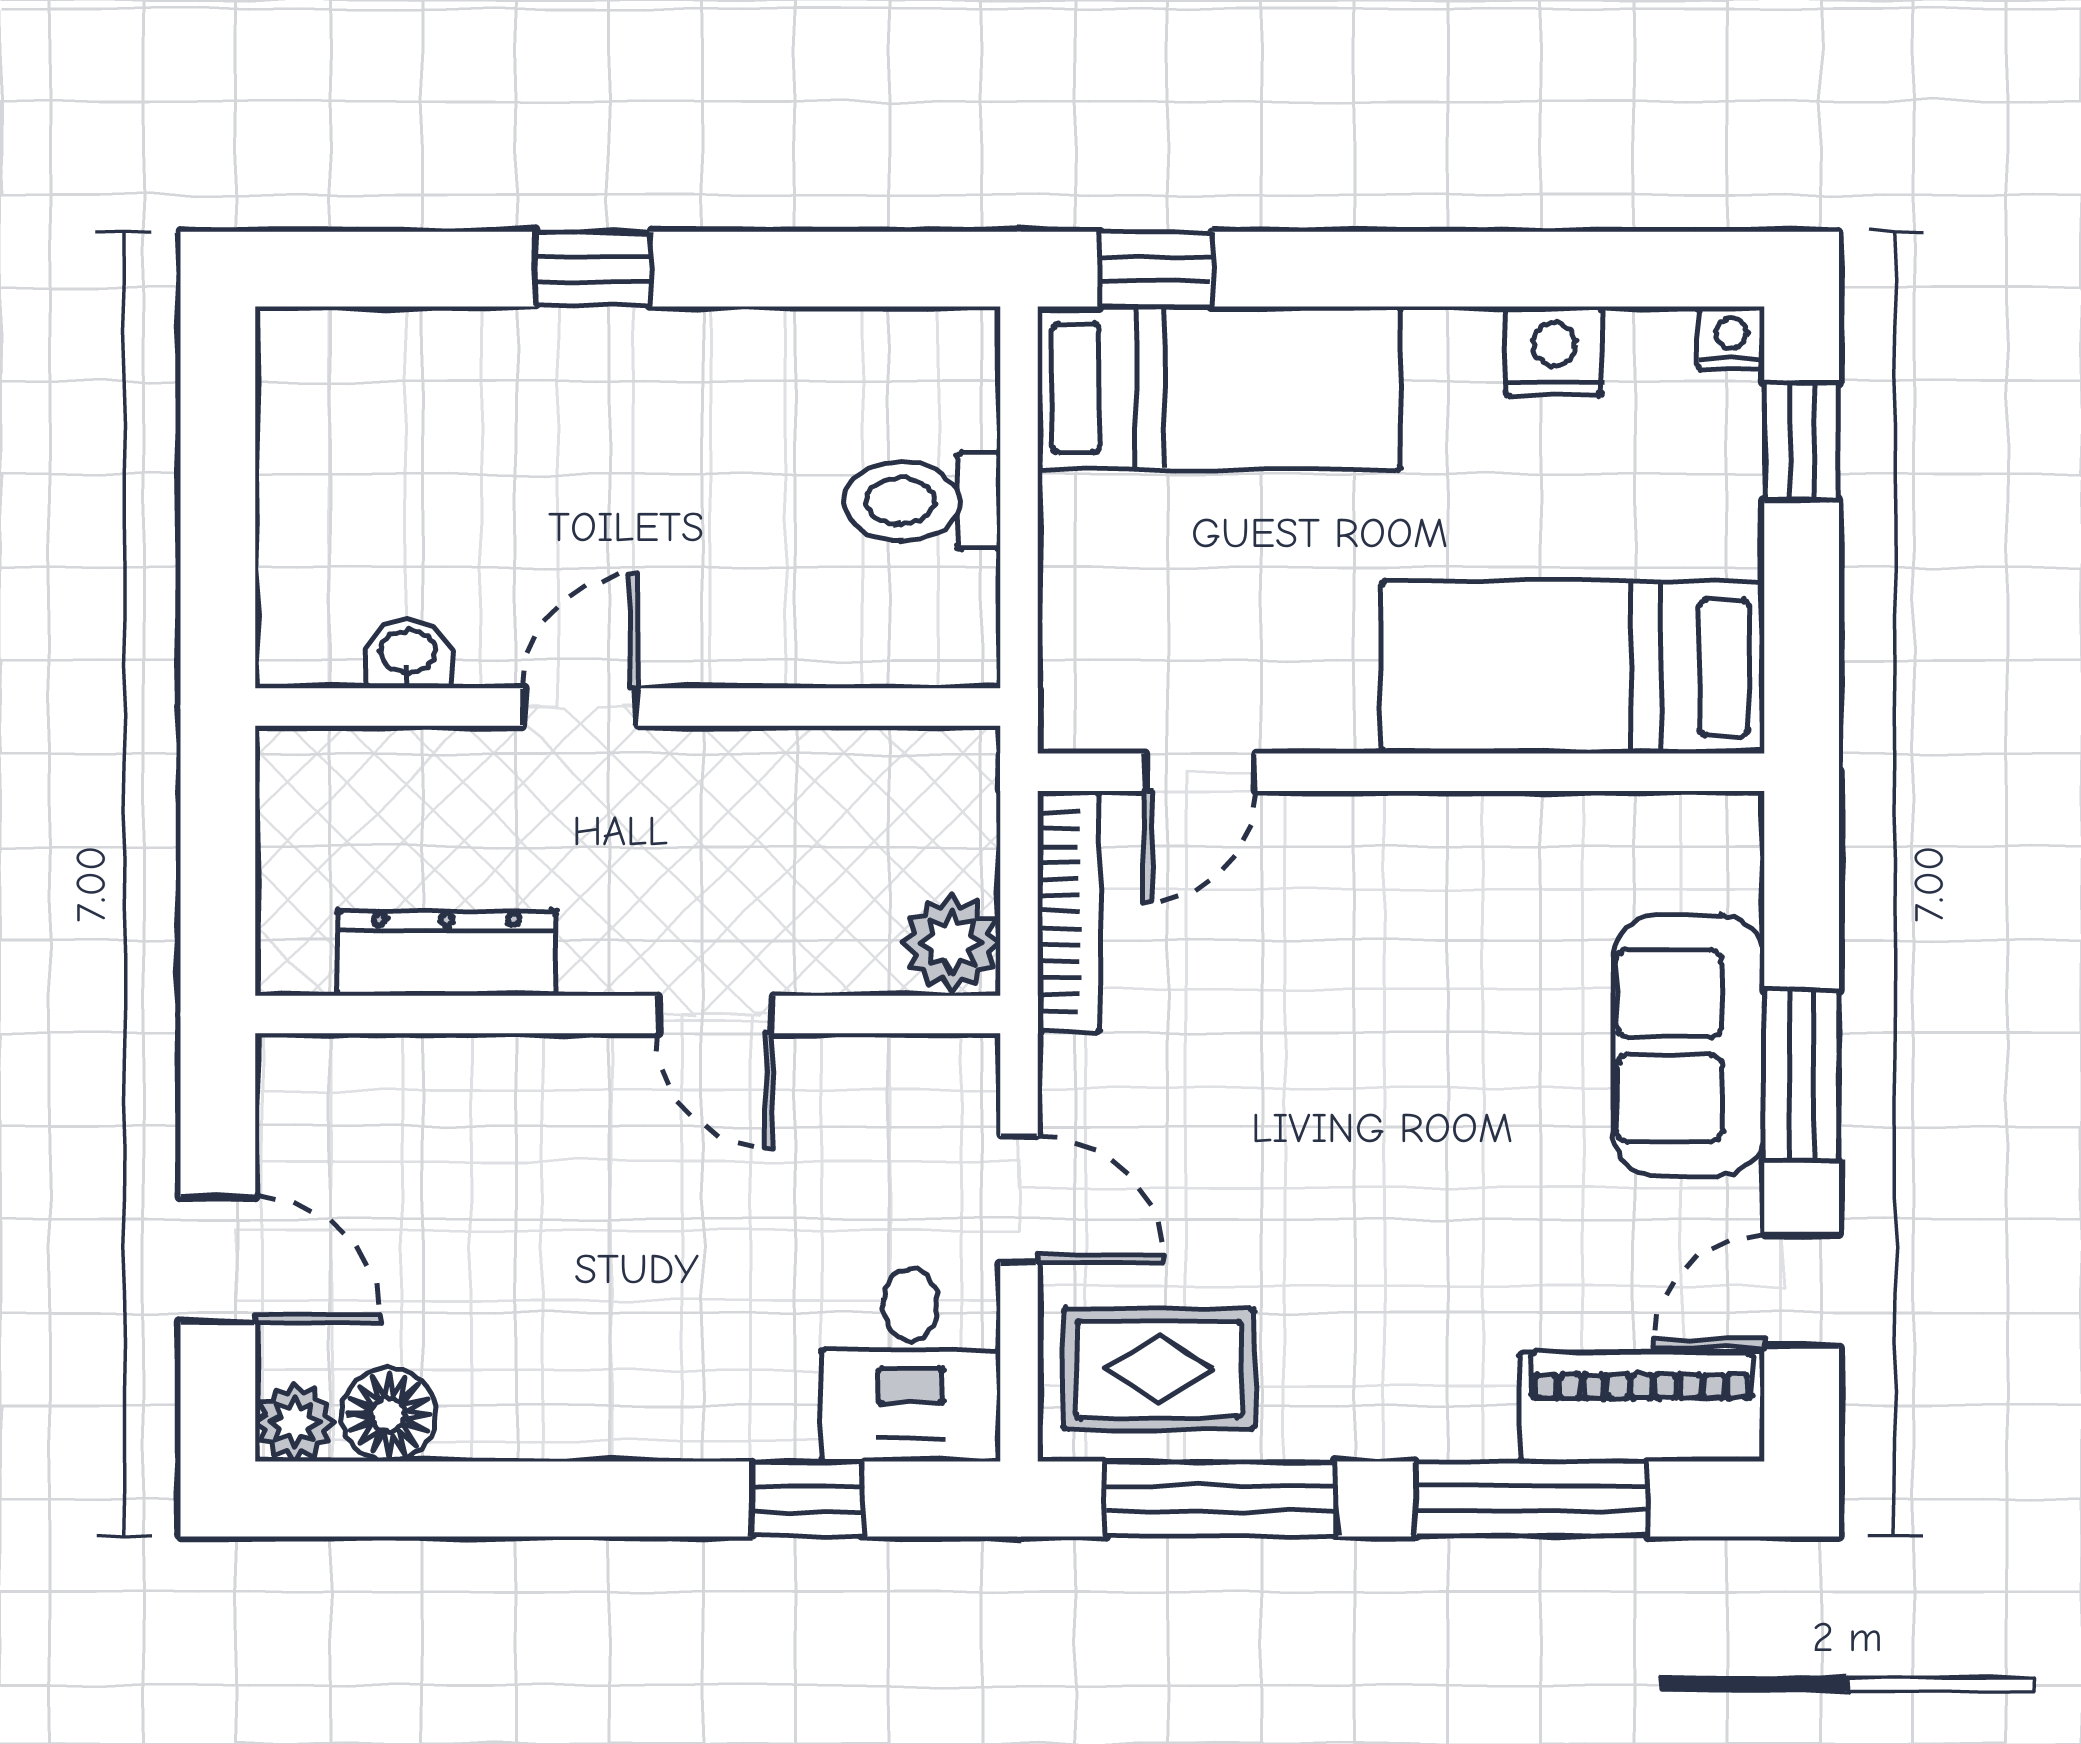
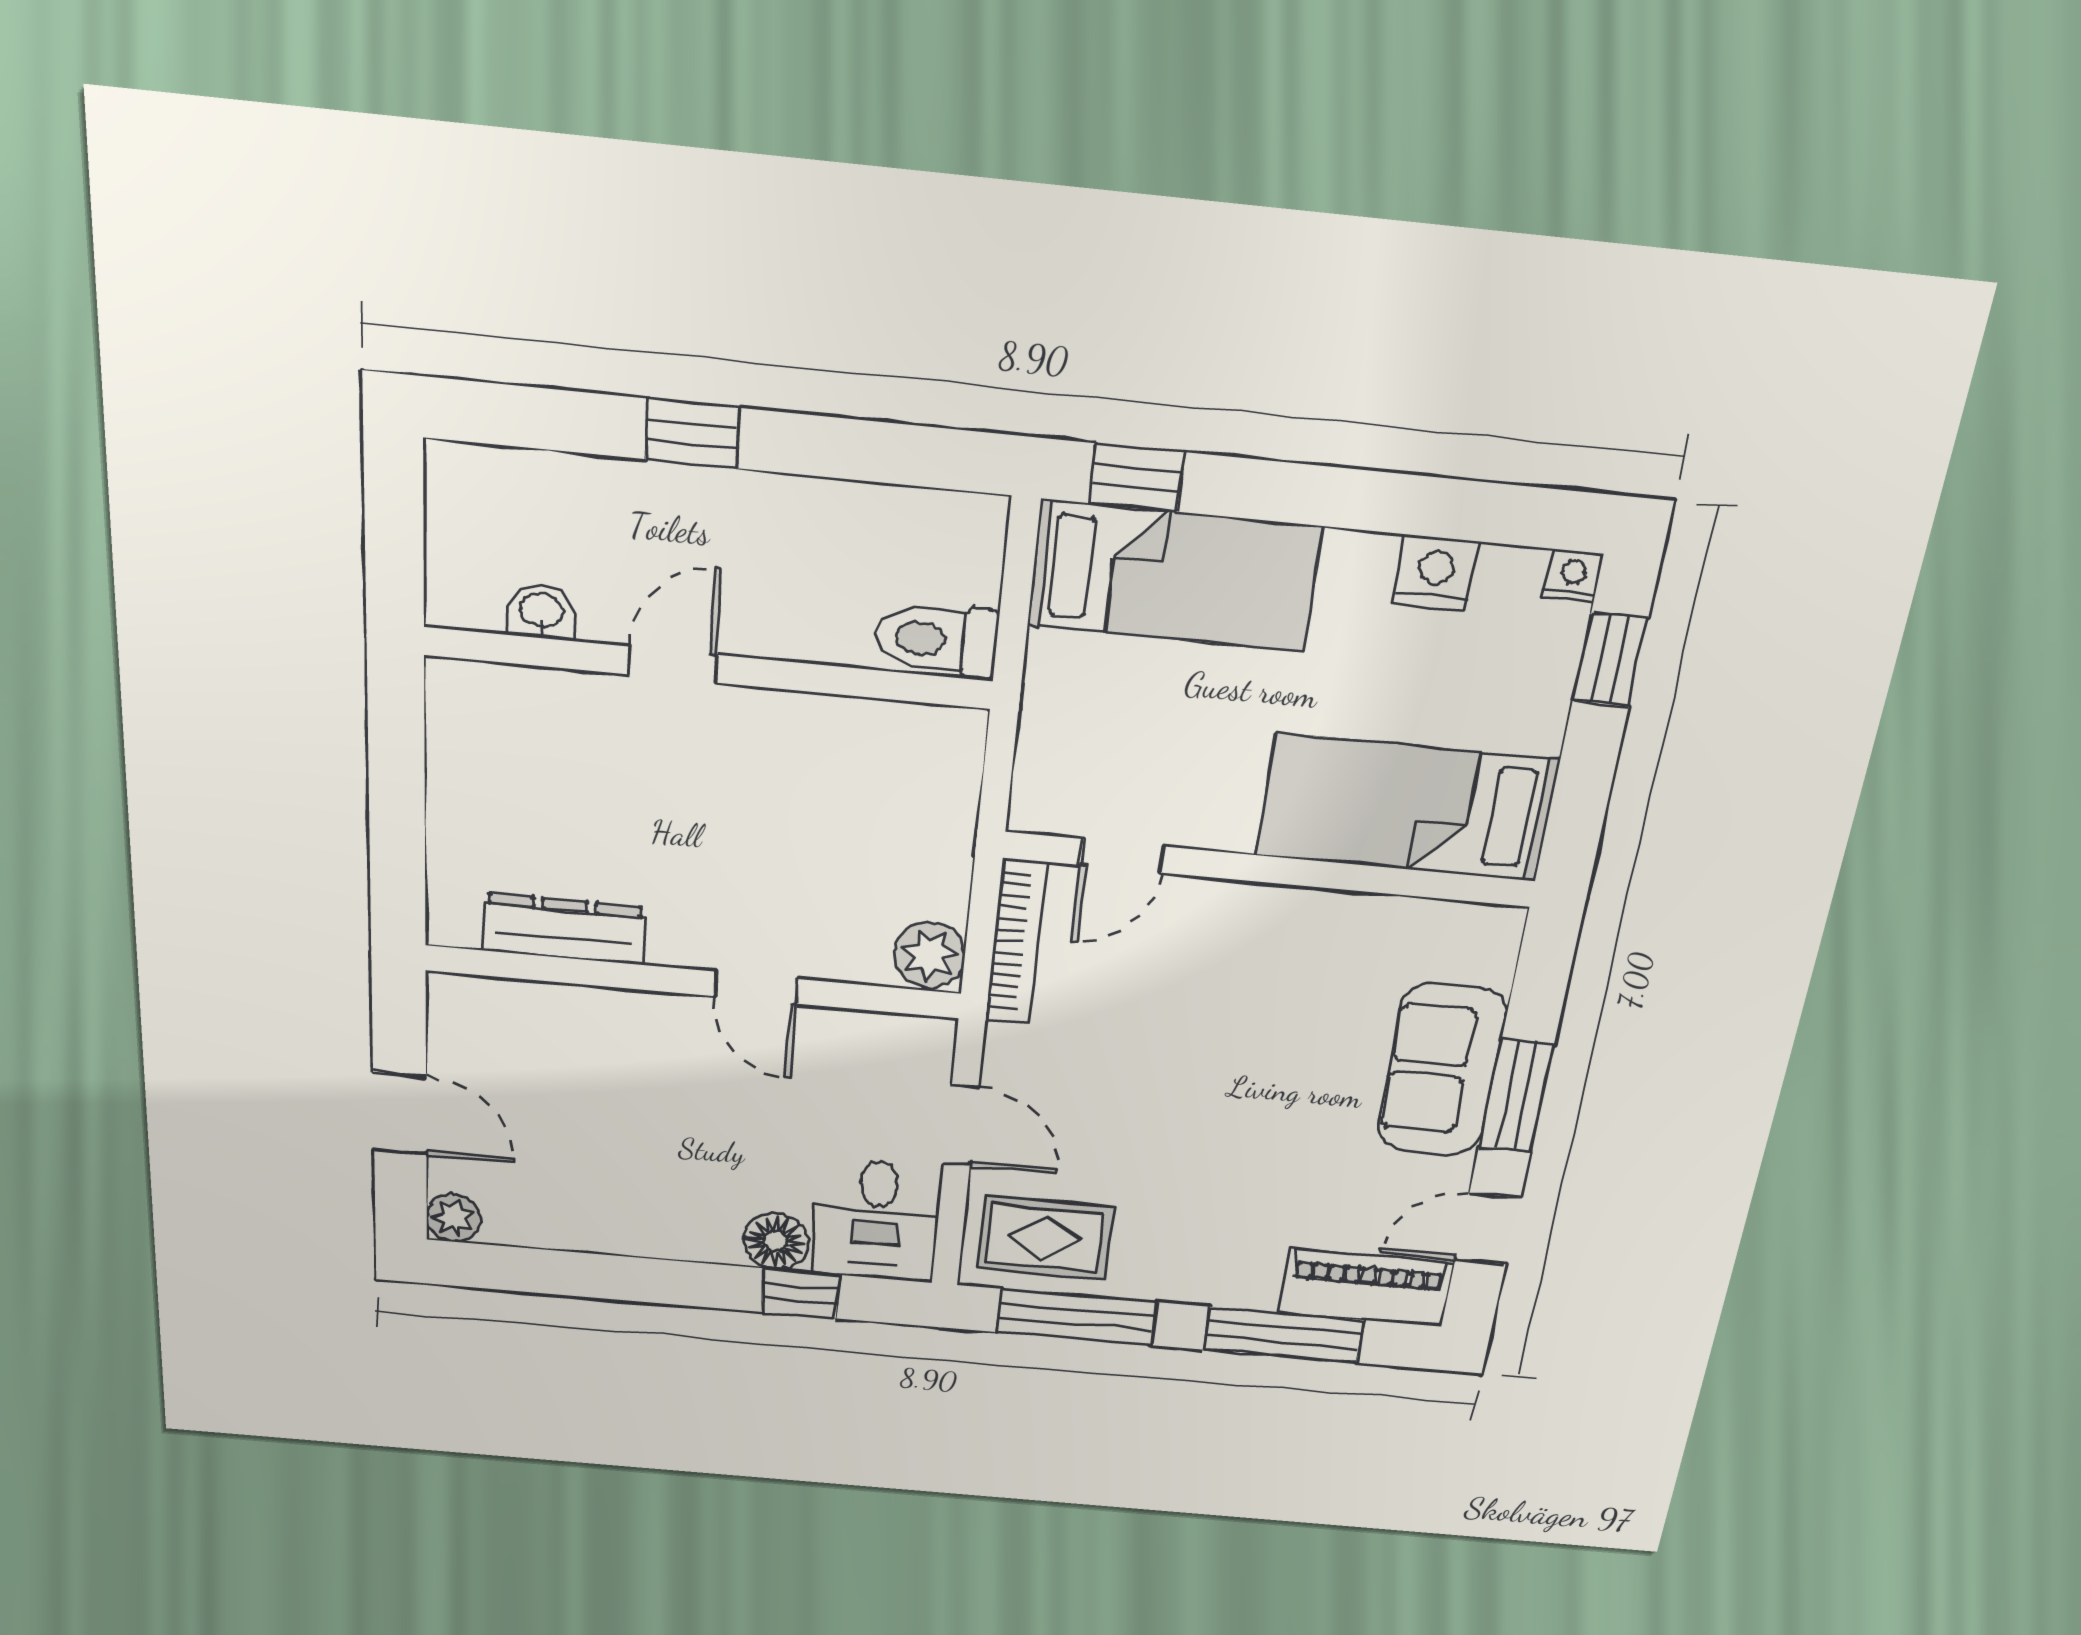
washbasin: (408, 654) -> (542, 612), moved
door: (580, 707) -> (673, 665), moved
wall: (628, 707) -> (709, 668), moved
floor lamp: (388, 1415) -> (776, 1241), moved

